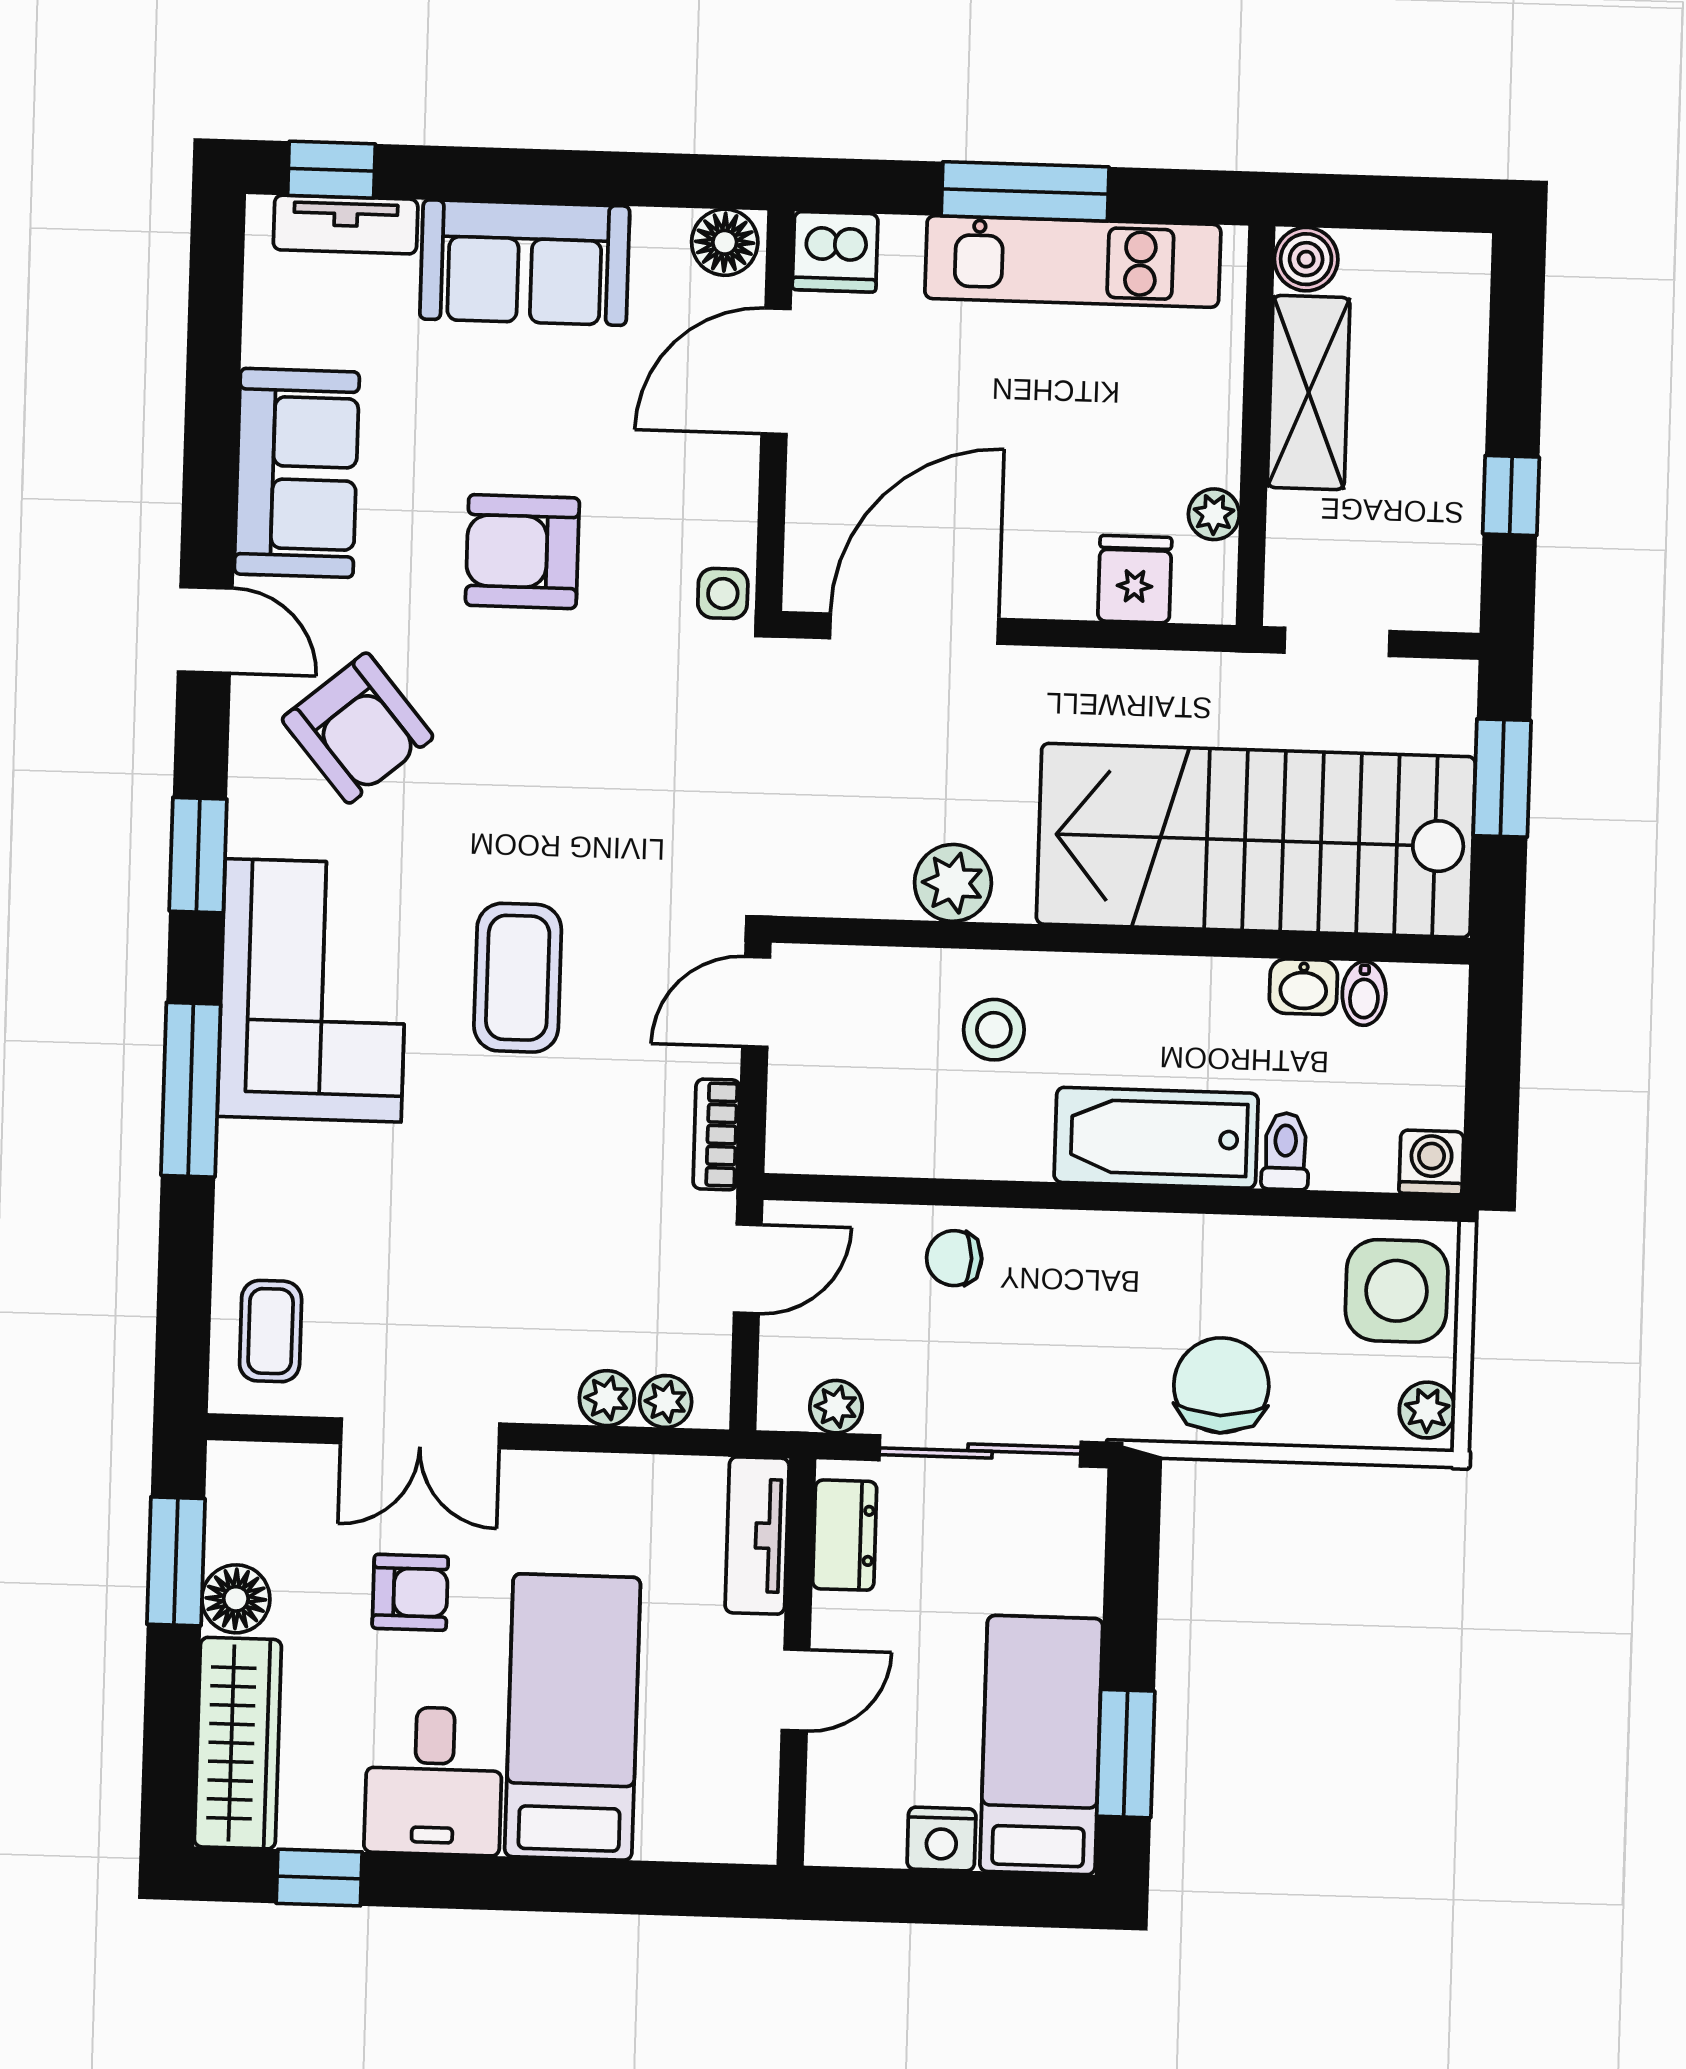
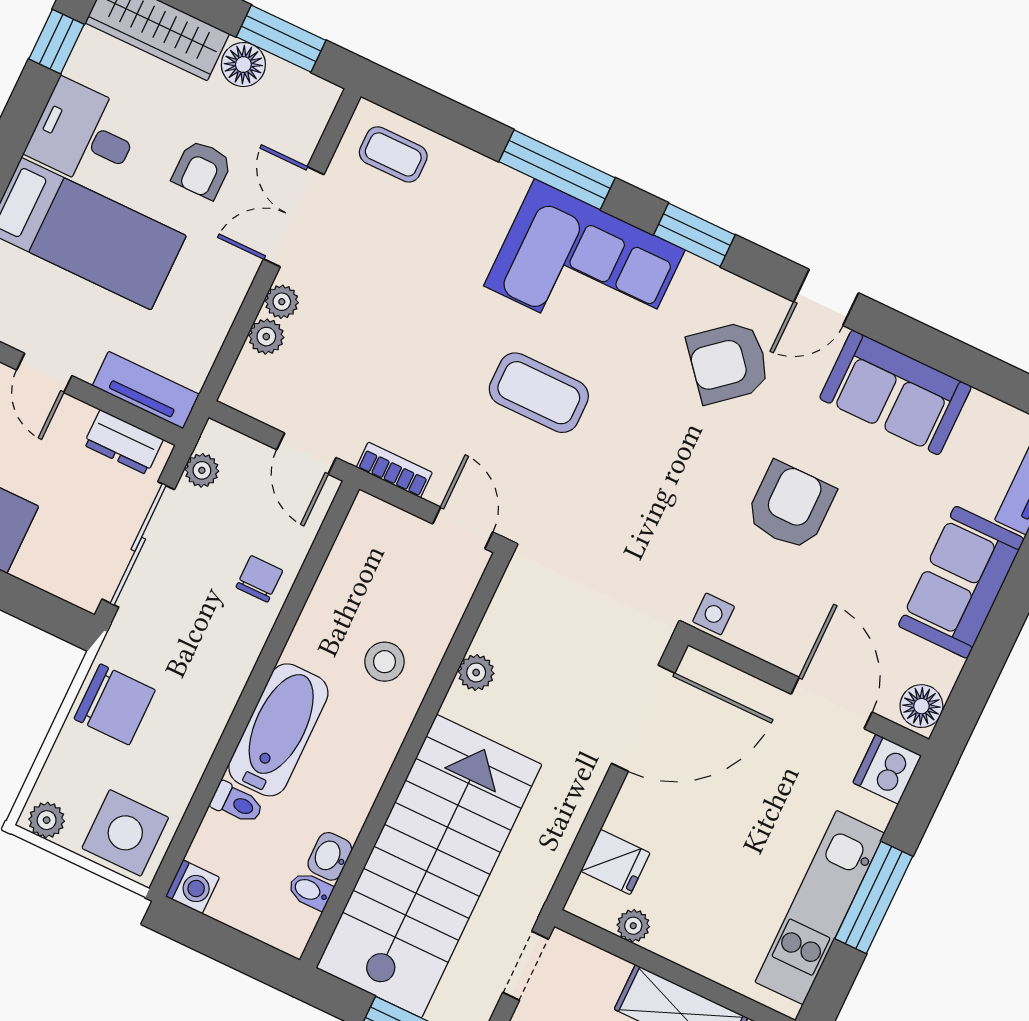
door: (914, 629) -> (643, 718), hinge flipped
plant: (953, 883) -> (476, 672), width x0.73, depth x0.73
plant: (666, 1401) -> (282, 302), moved

